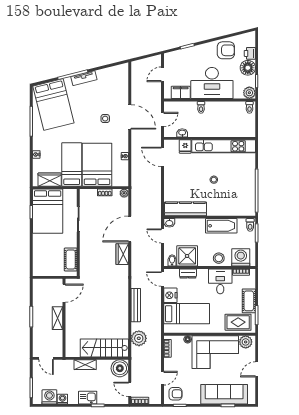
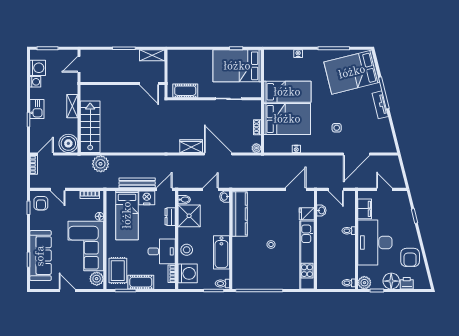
door: (130, 117) -> (357, 154), moved
wardrobe: (50, 180) -> (271, 68), removed
bench: (136, 305) -> (137, 183), moved
shelving: (58, 318) -> (152, 55), moved

